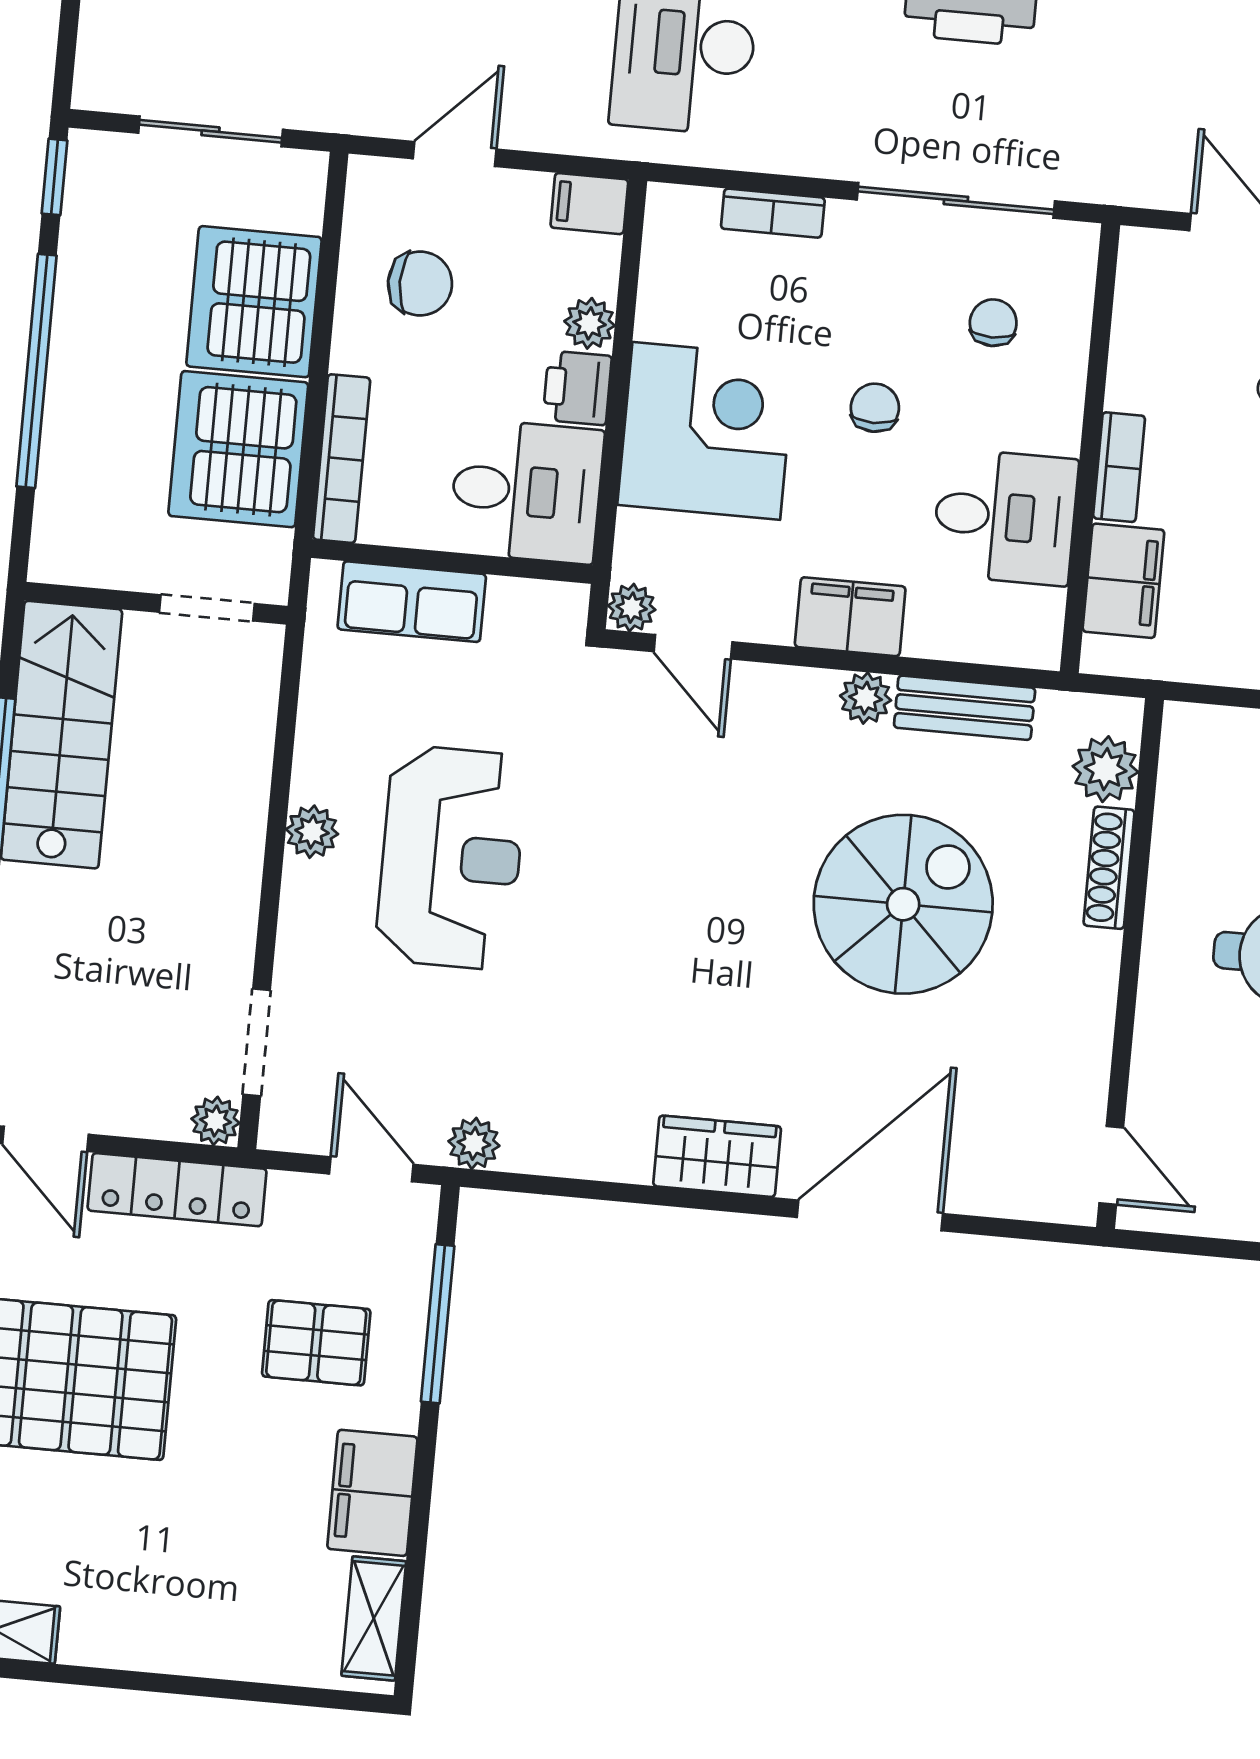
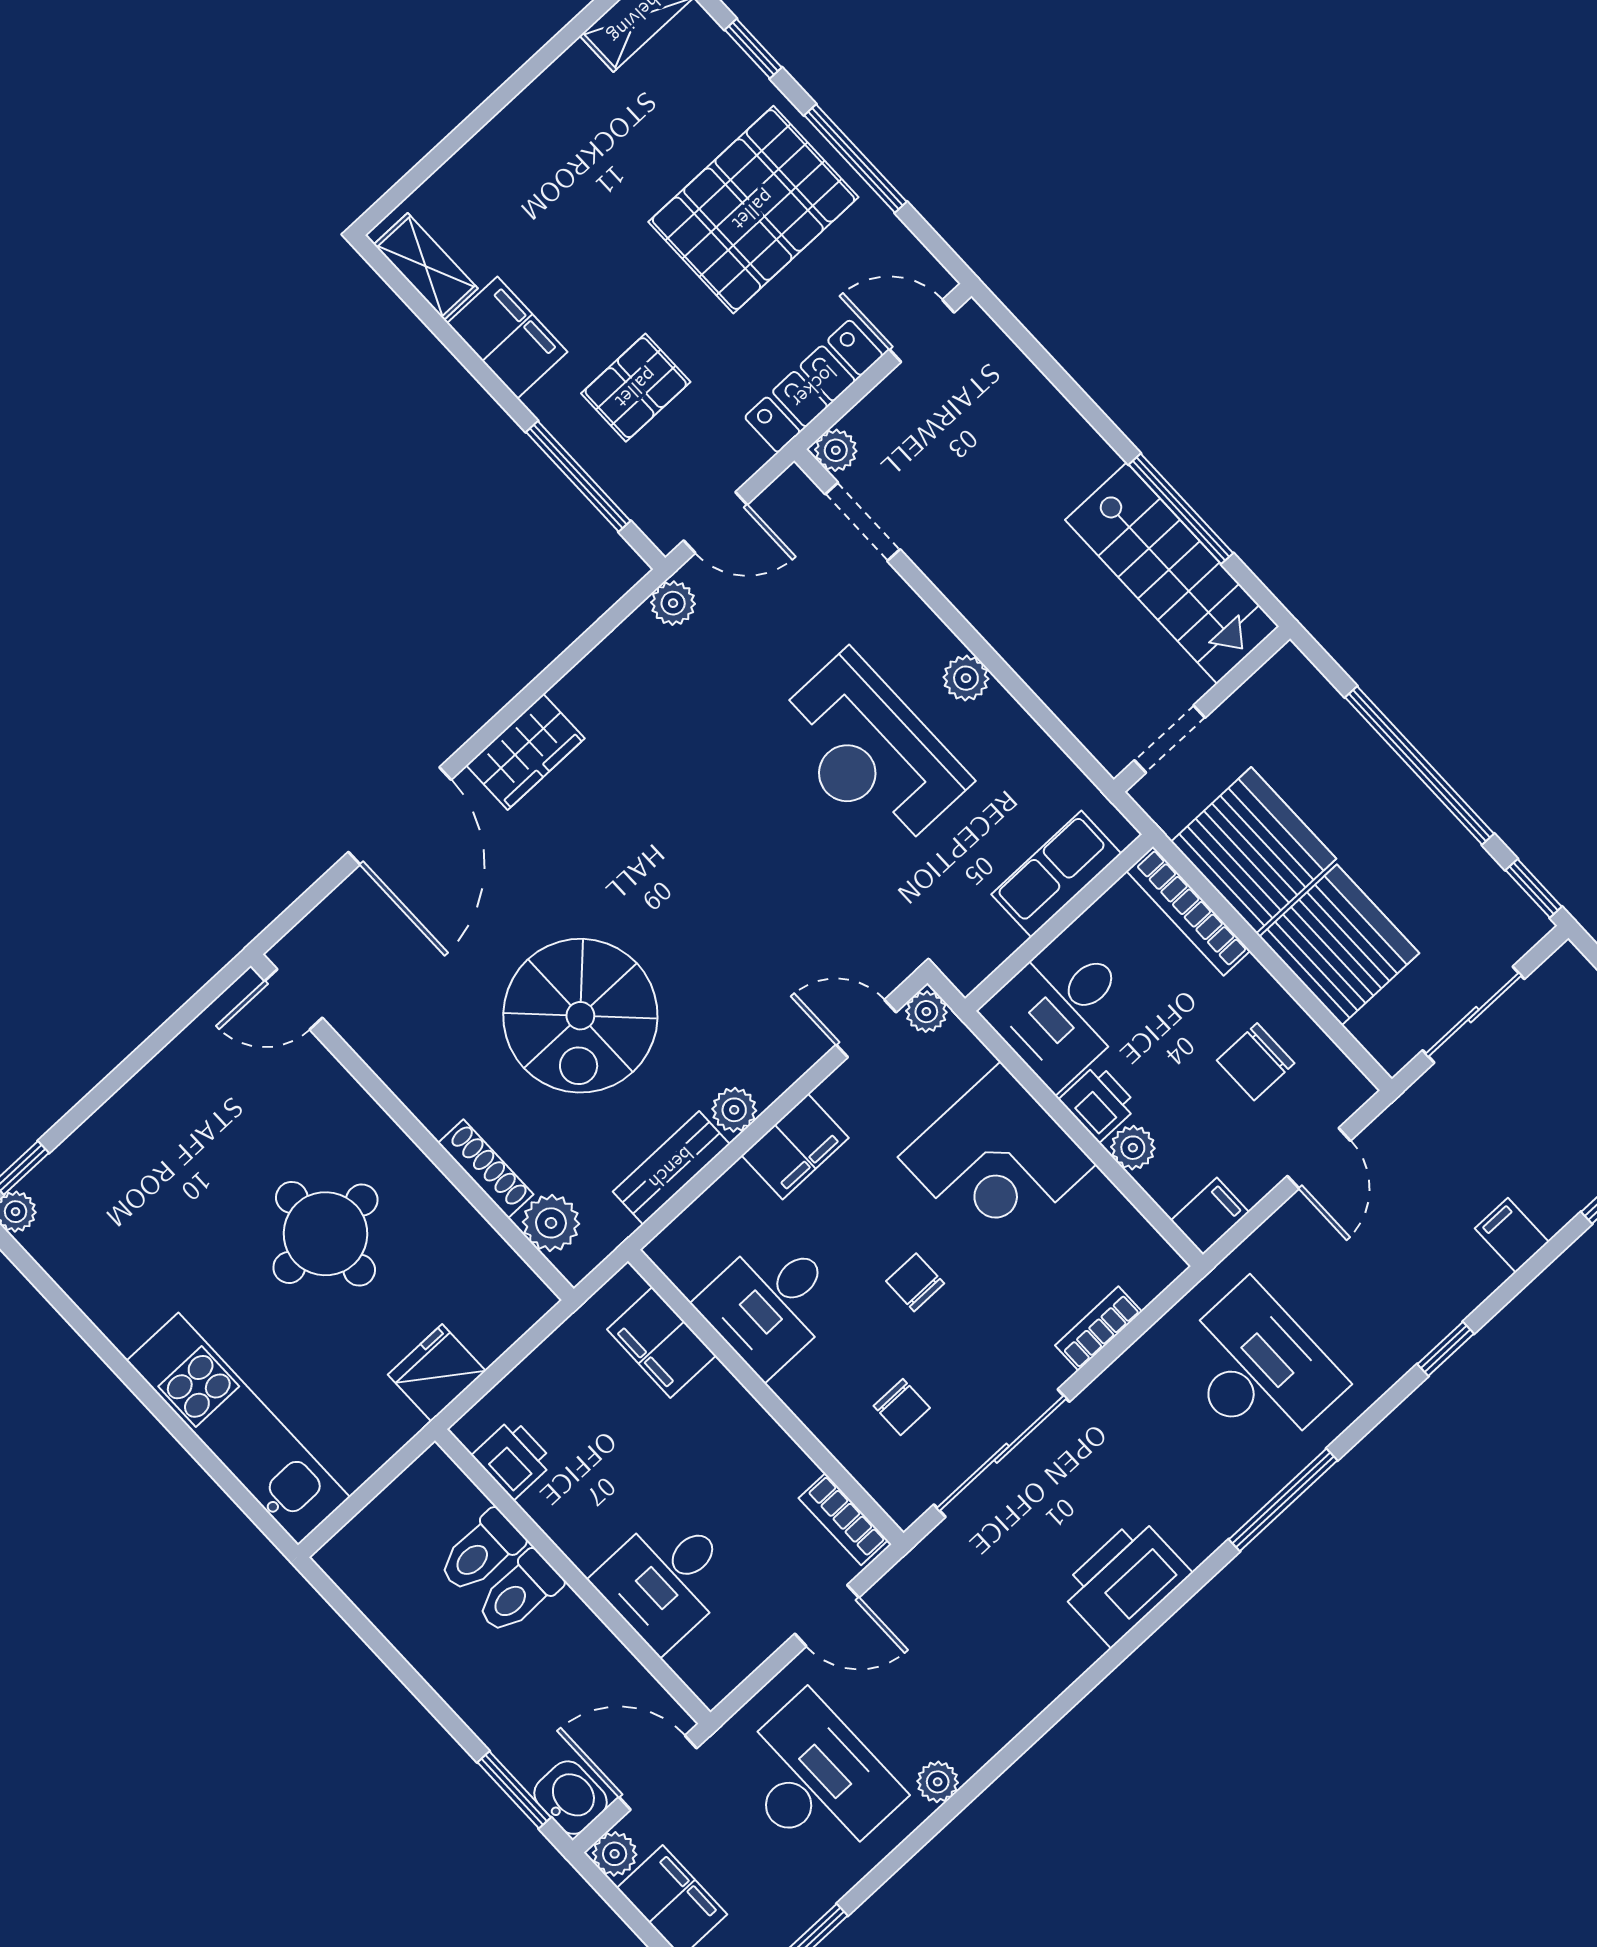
chair: (875, 408) -> (915, 1282), turned 180
bookcase: (1119, 467) -> (843, 1519), moved

